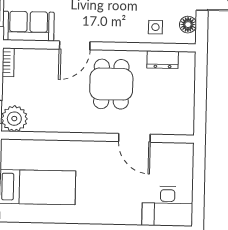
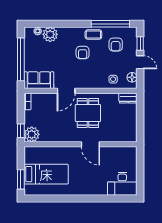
dresser: (163, 60) -> (128, 98), moved
door: (134, 138) -> (90, 144), moved

